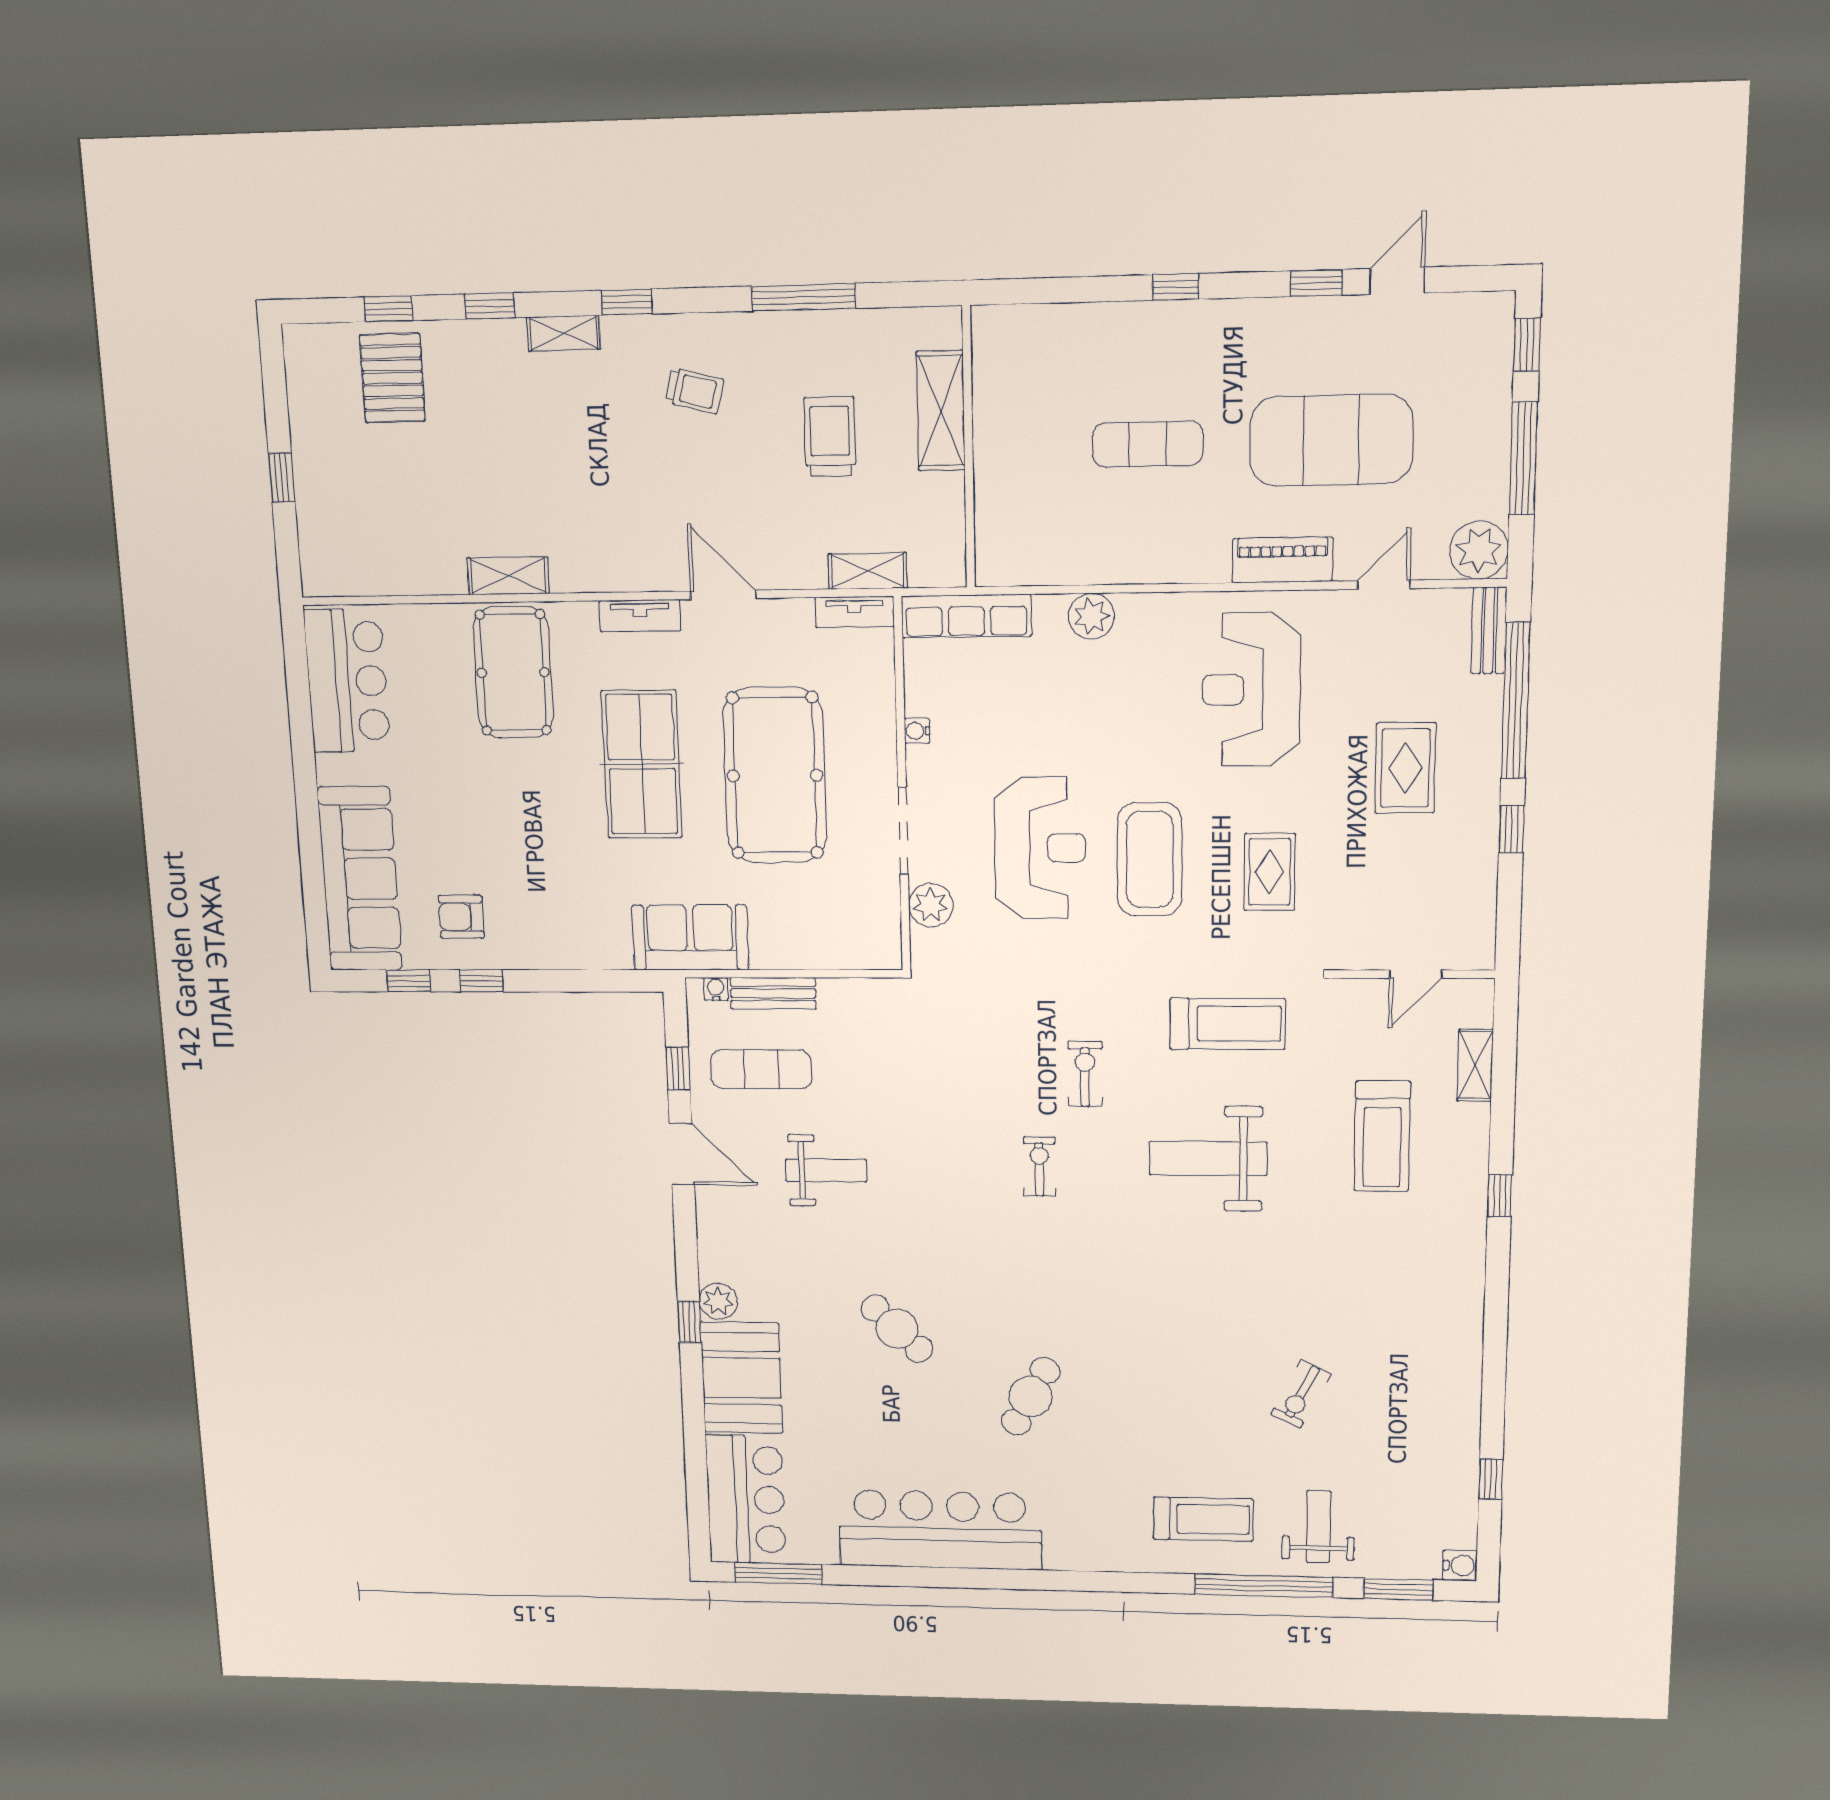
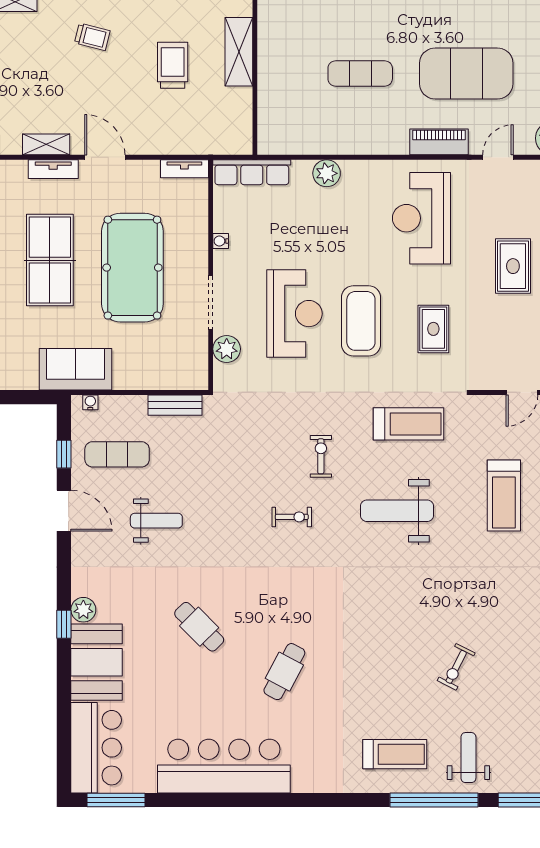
shelving: (868, 571) -> (46, 144), moved
bench: (773, 993) -> (175, 405), moved
exercise bike: (1039, 1167) -> (292, 517), turned 90

